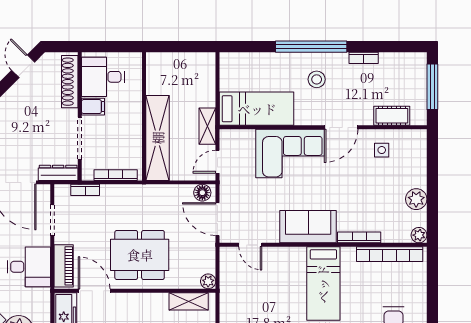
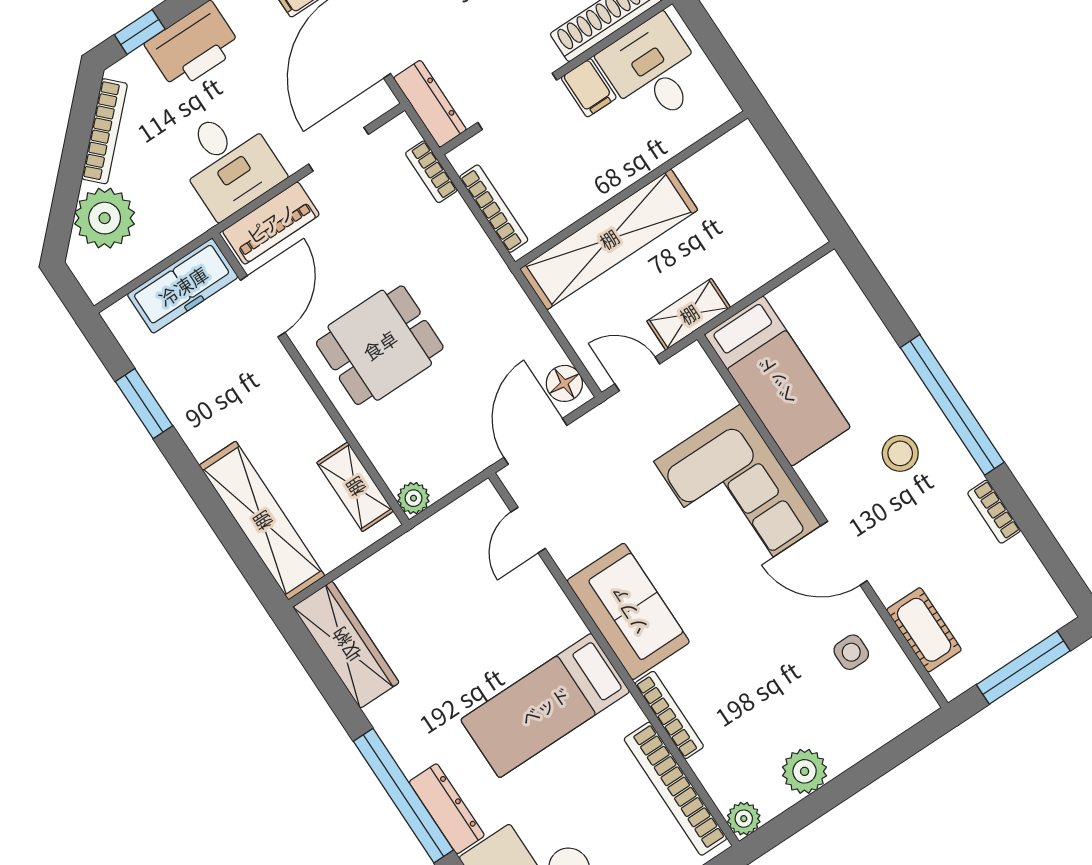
dining table: (140, 255) -> (380, 345), width x0.73

